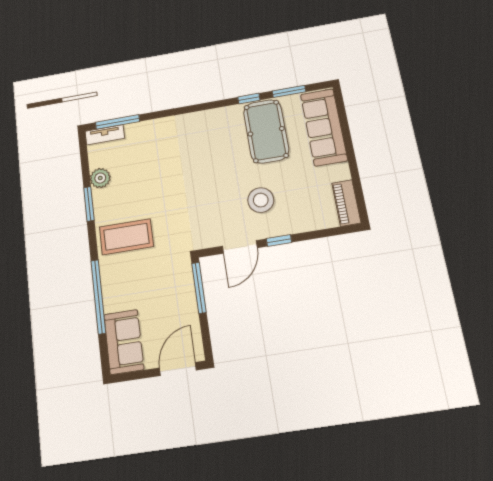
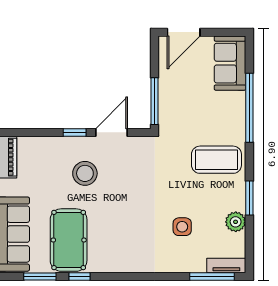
side table: (153, 164) -> (182, 227), added

